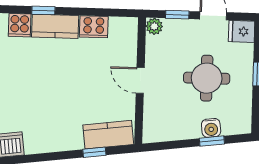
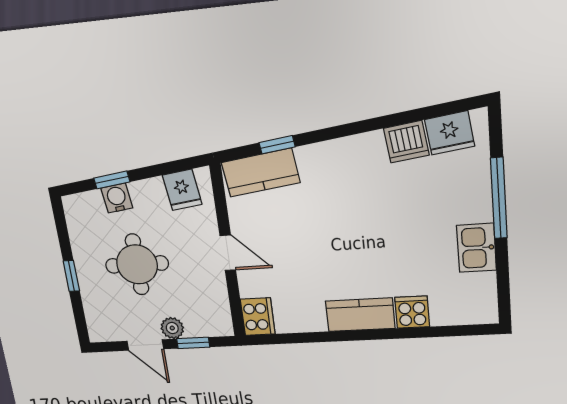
window: (43, 10) -> (380, 334), removed
plant: (154, 26) -> (172, 328), moved
cooker: (94, 27) -> (258, 317), moved, turned 90
fridge: (242, 31) -> (182, 190), moved, turned 83

